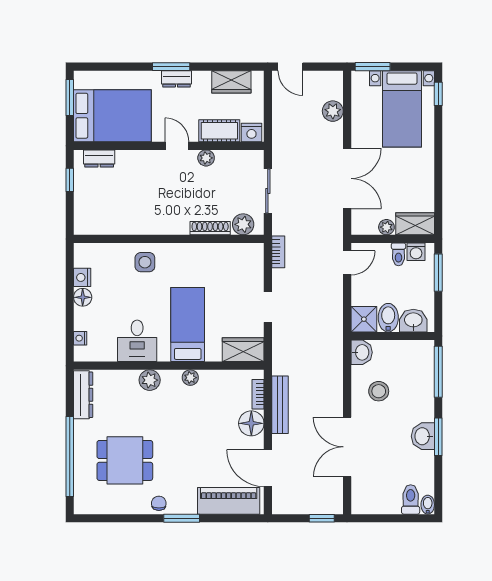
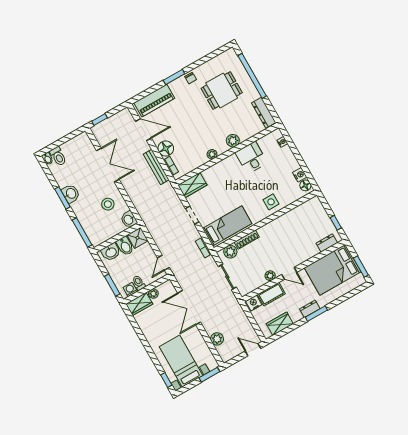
floor lamp: (83, 297) -> (305, 185), moved
bed: (188, 325) -> (227, 226), moved, turned -90

